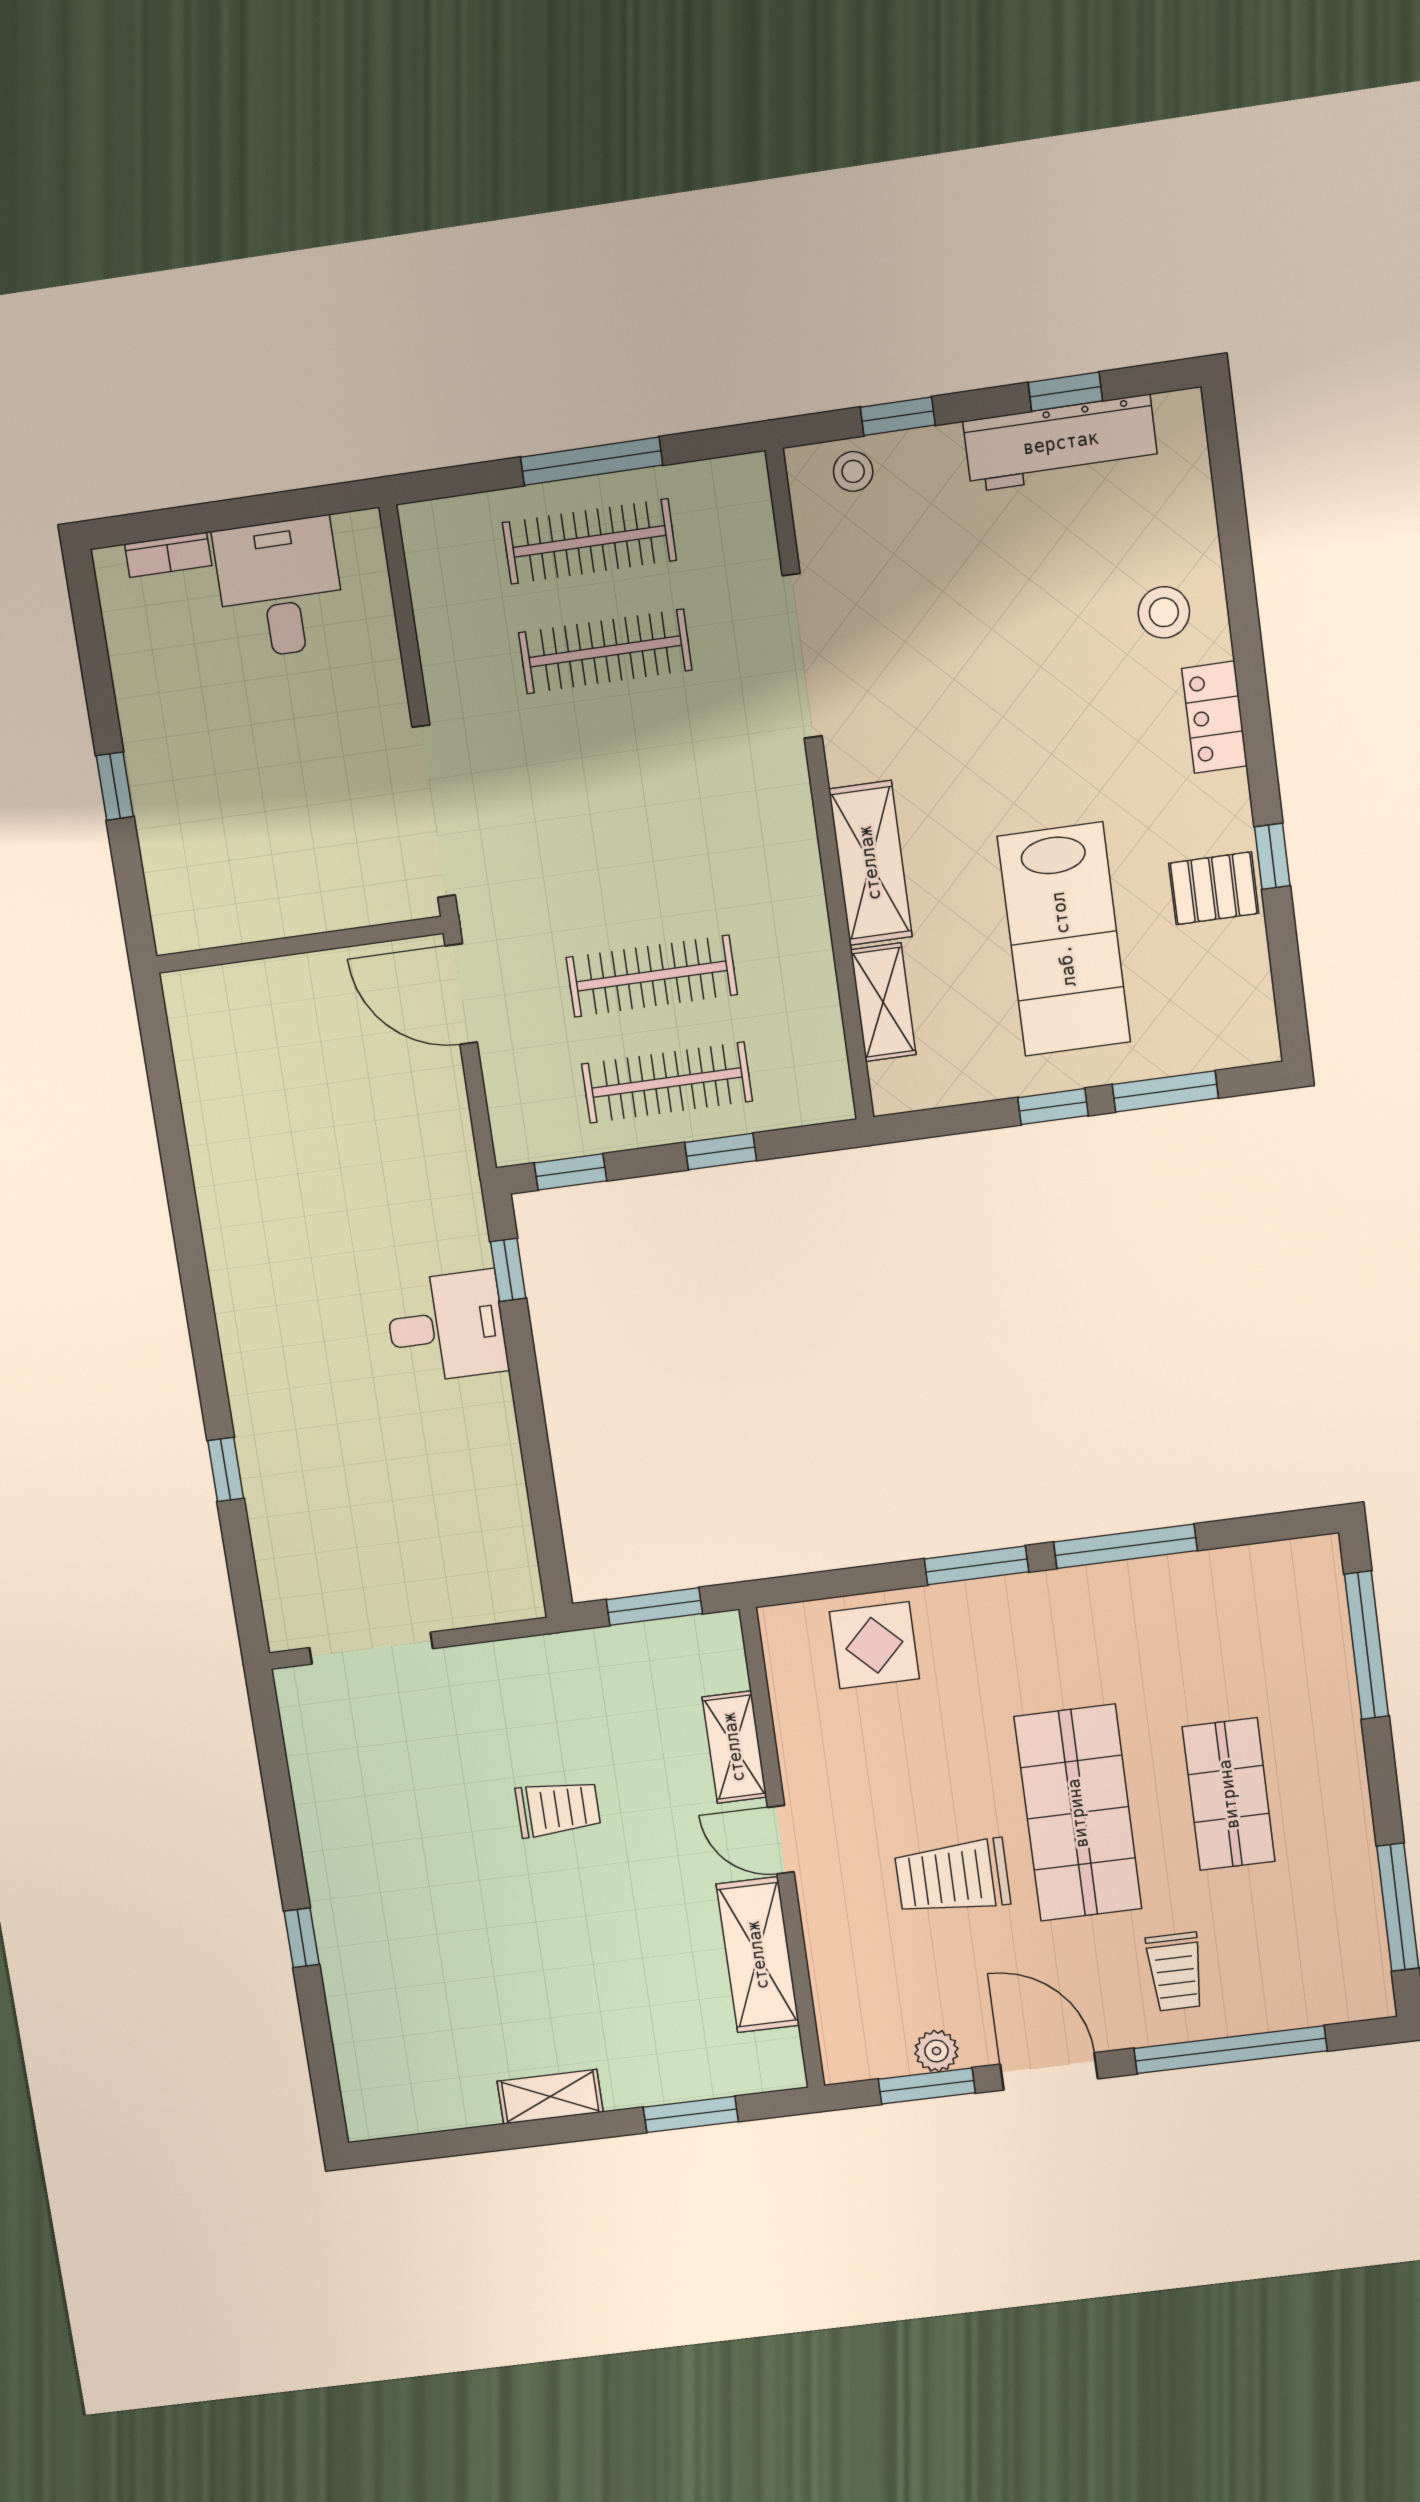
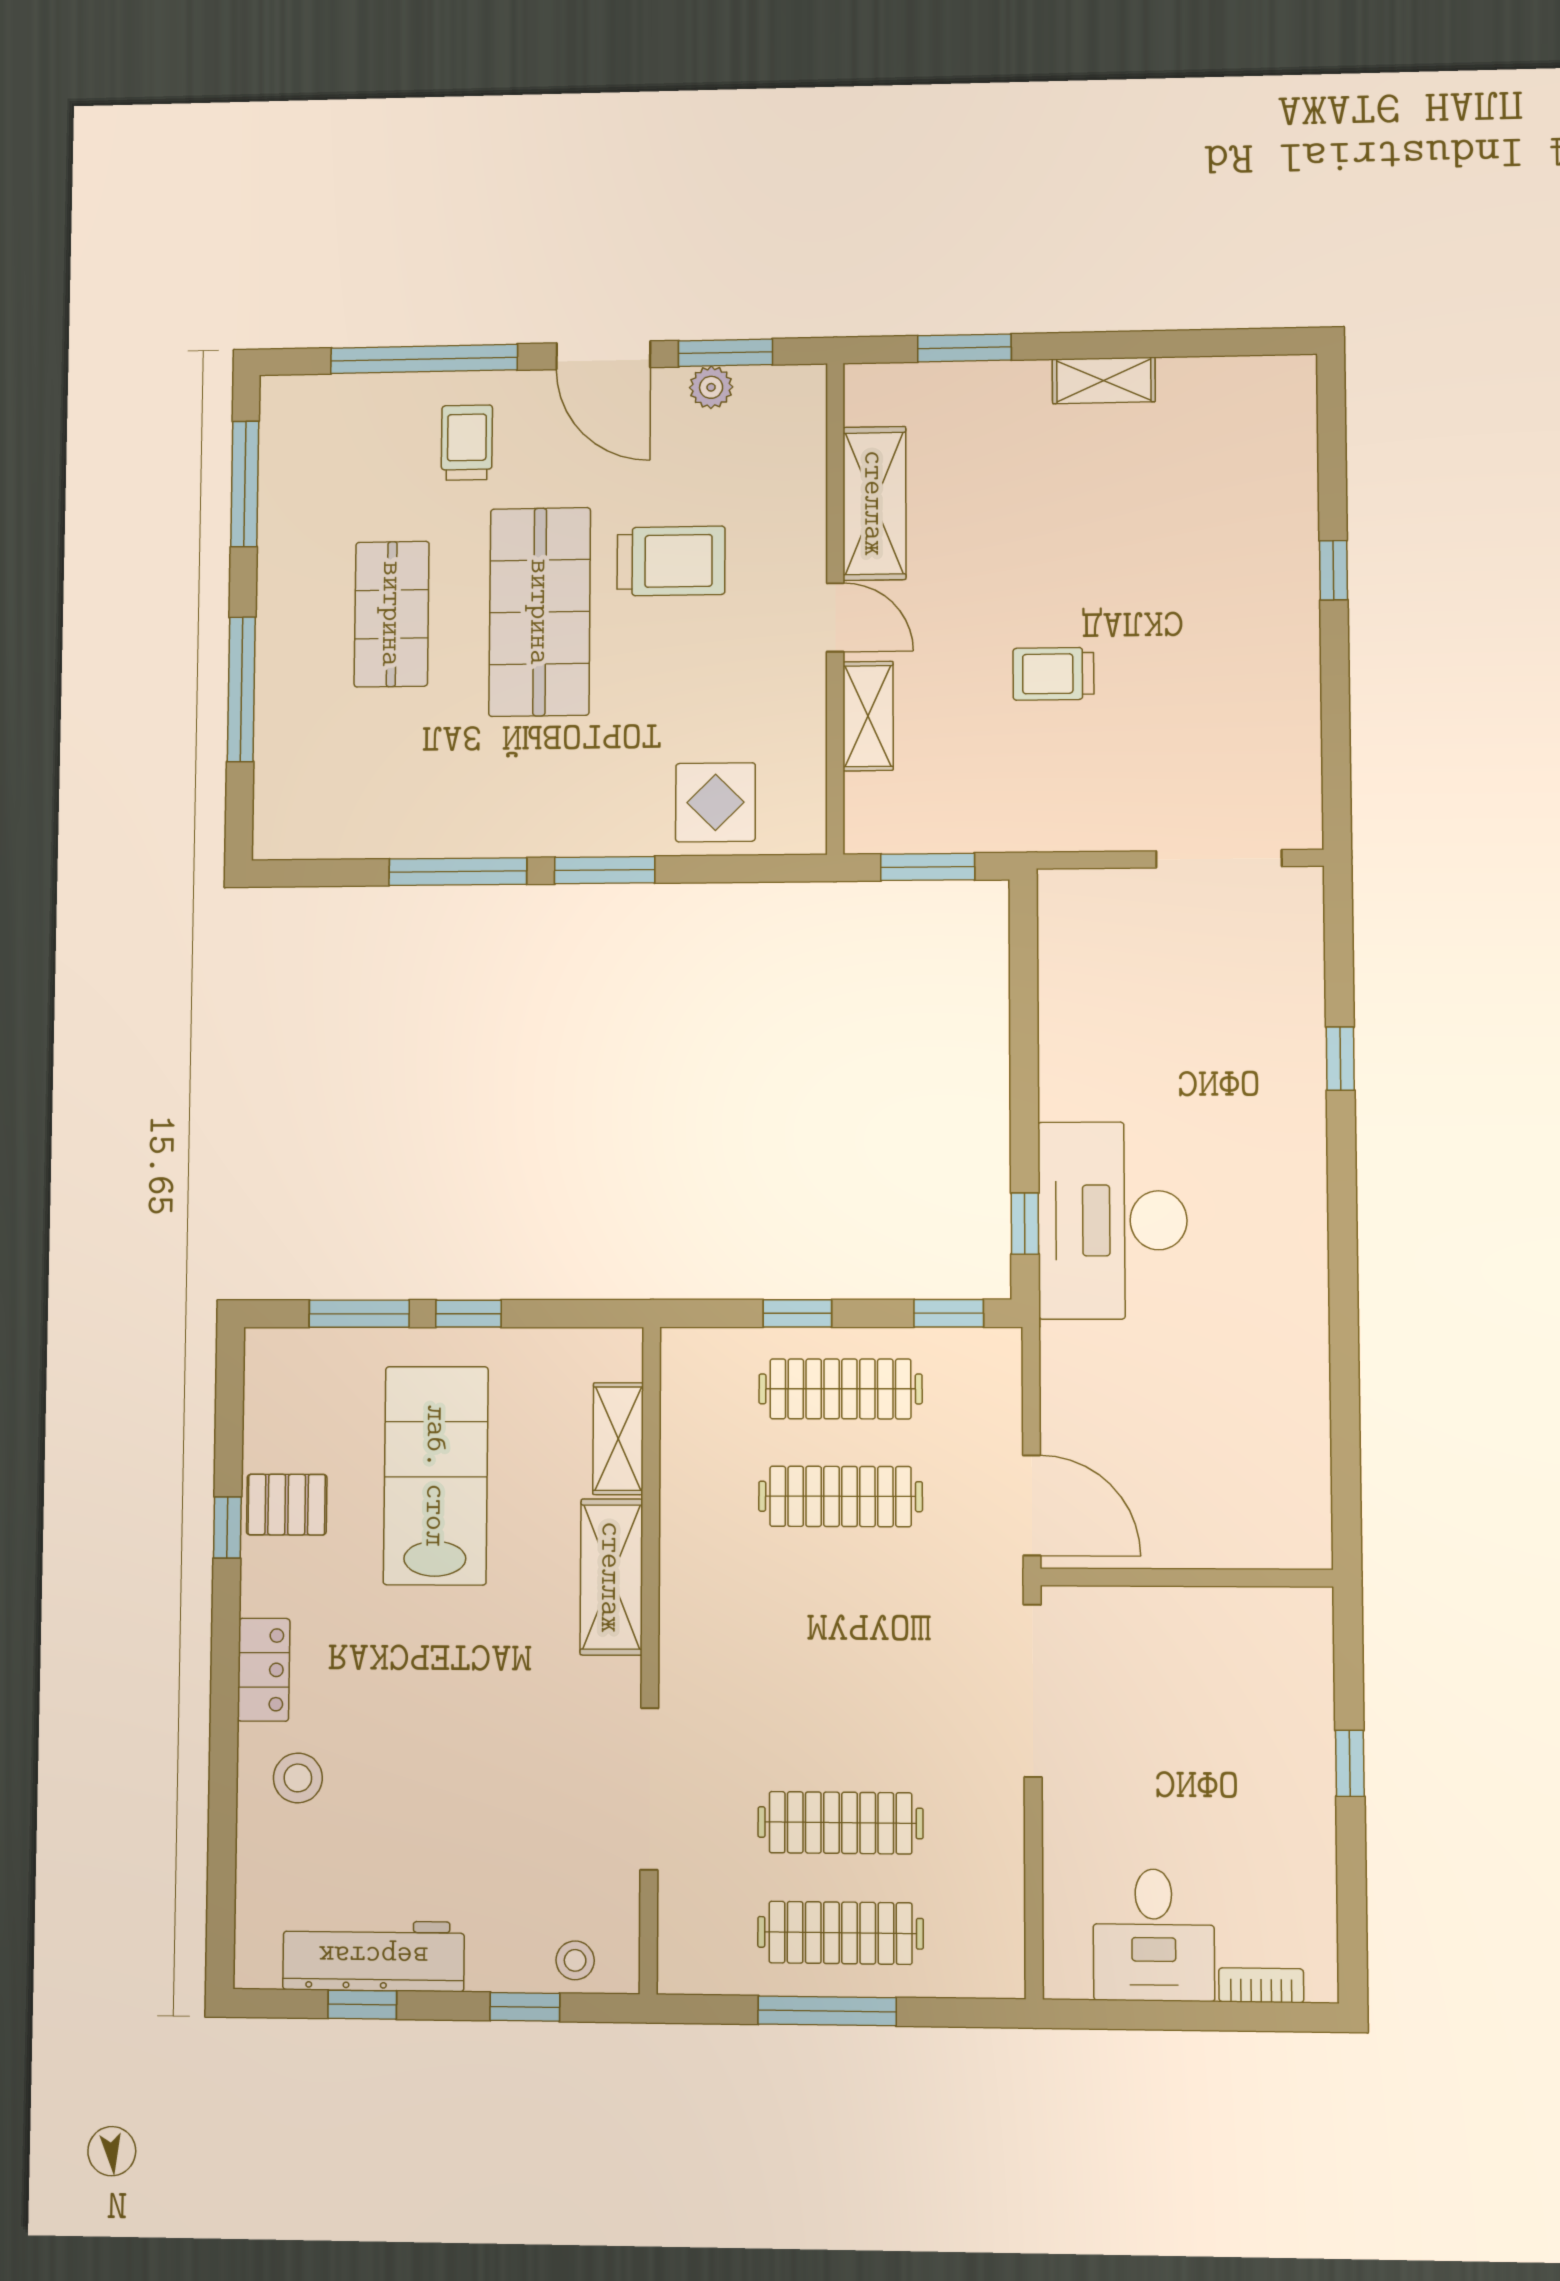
desk: (446, 1327) -> (1113, 1220), width x1.87, depth x1.30
window: (1366, 1645) -> (241, 689), moved

